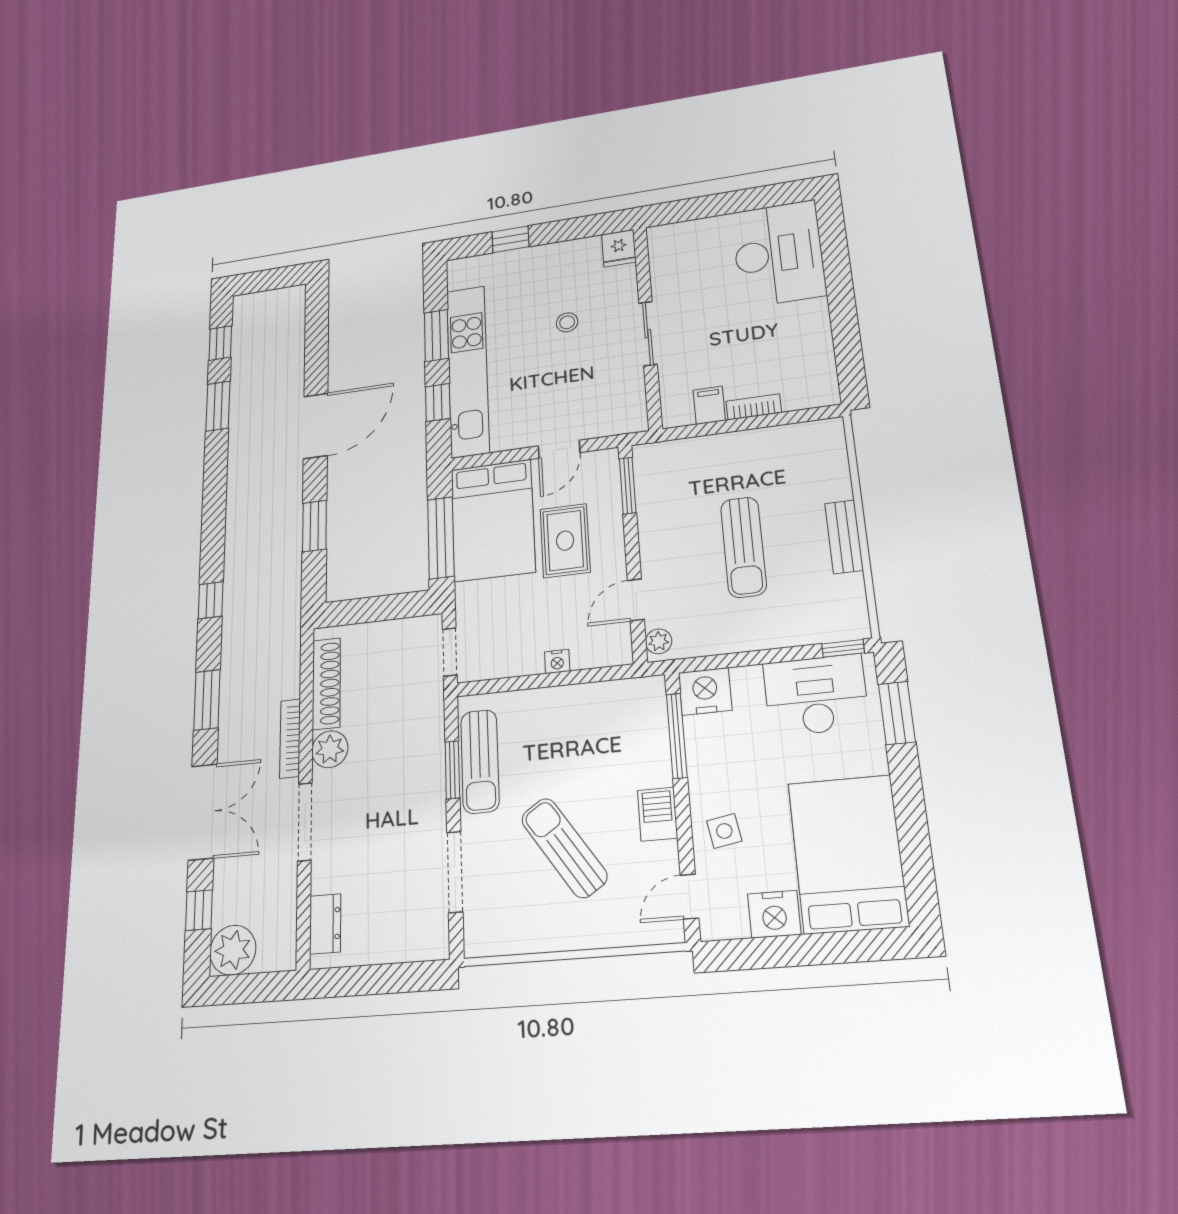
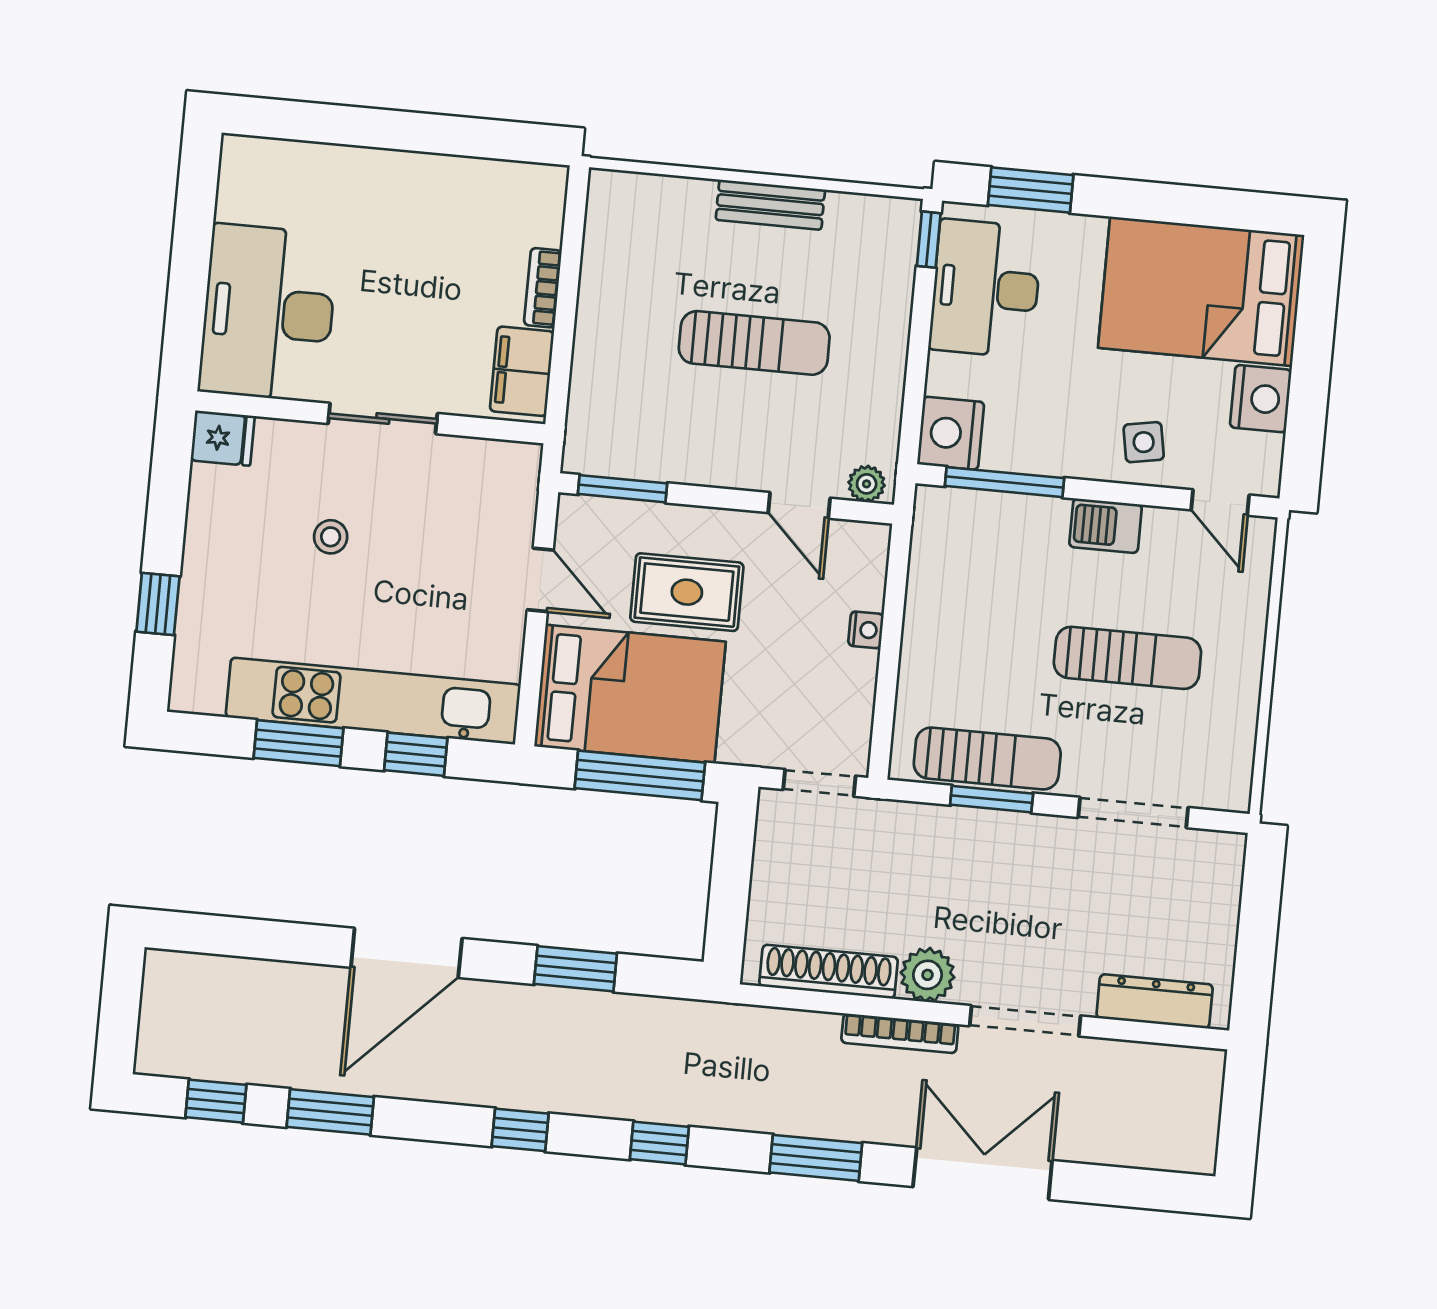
desk: (778, 254) -> (268, 313), moved, turned -90
filing cabinet: (709, 405) -> (522, 371), width x2.00
door: (316, 426) -> (406, 953), swing flipped
sun lounger: (564, 848) -> (1127, 658), turned -146
window: (199, 910) -> (520, 1130), moved
dresser: (325, 924) -> (1155, 1001), width x1.44
plant: (233, 950) -> (1185, 1140), removed

